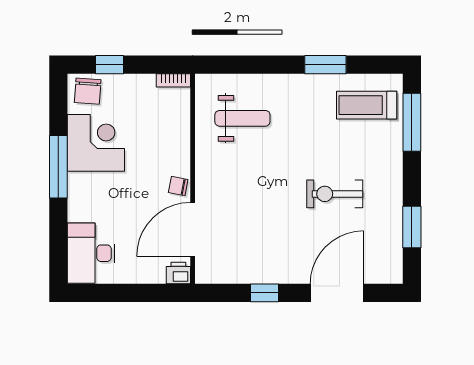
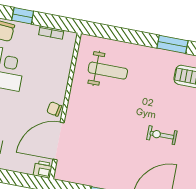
bookcase: (173, 80) -> (51, 33), moved
exercise bike: (335, 194) -> (162, 135), width x0.73, depth x0.72

